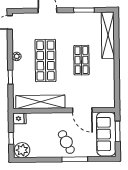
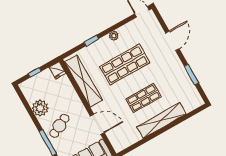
shelving: (108, 35) -> (161, 121), moved
door: (82, 110) -> (97, 124), swing flipped
plant: (22, 150) -> (40, 108), moved

